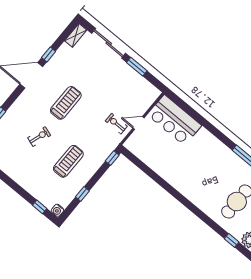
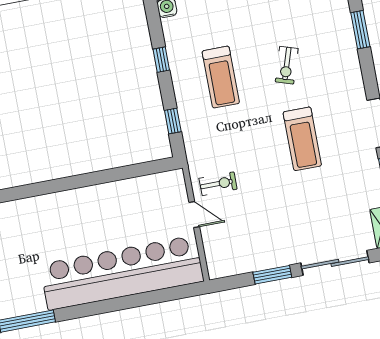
bar counter: (174, 120) -> (122, 273), width x1.86
door: (139, 123) -> (194, 215), hinge flipped
window: (112, 158) -> (173, 121), moved

